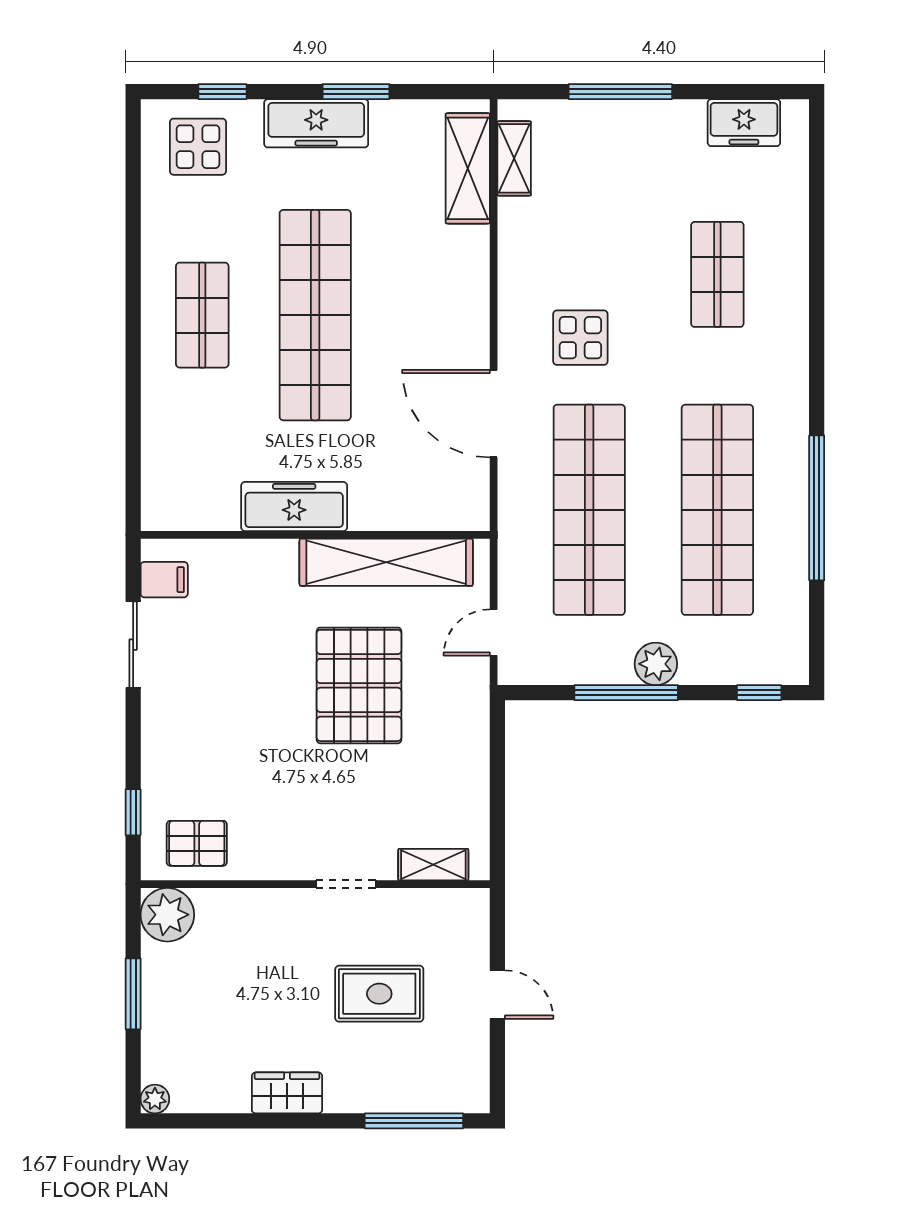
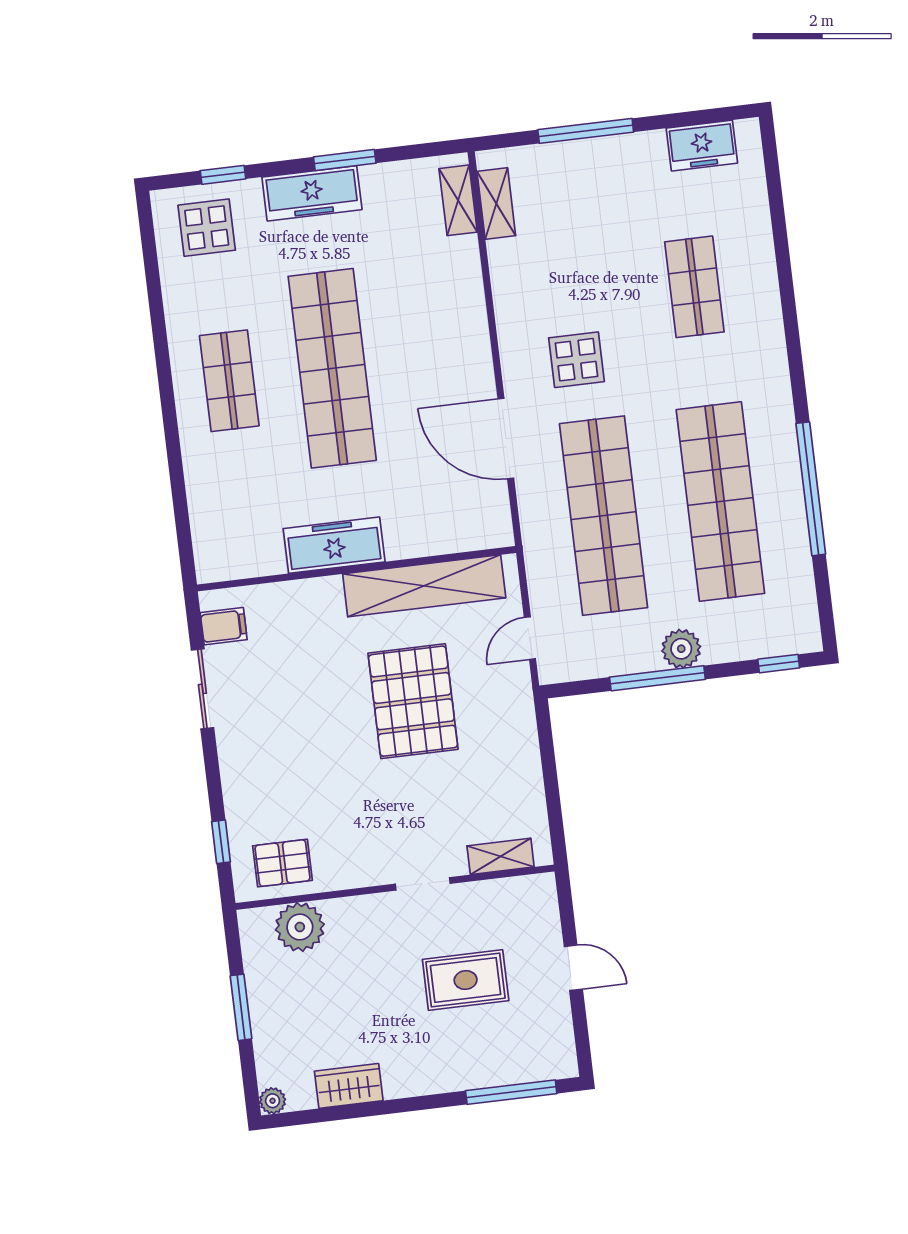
shelving: (468, 168) -> (458, 200), width x0.67, depth x0.75
plant: (167, 915) -> (300, 927), moved
wardrobe: (287, 1093) -> (349, 1086), moved

